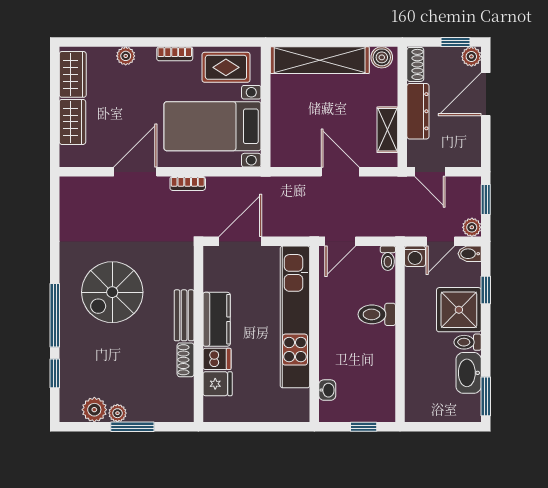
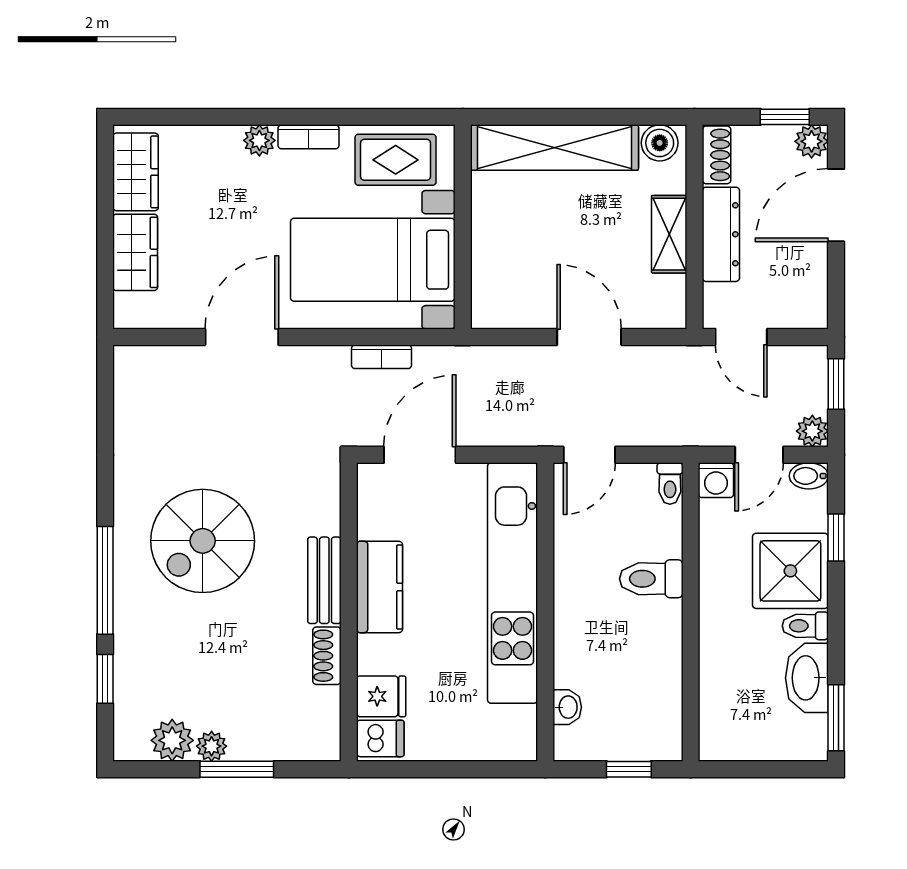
plant: (126, 56) -> (259, 140), moved
shelving: (387, 130) -> (669, 234), moved
bookcase: (188, 183) -> (382, 357), moved
dishwasher: (217, 359) -> (380, 738), moved

